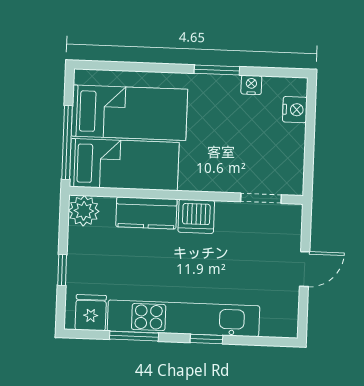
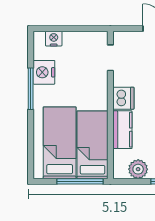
window: (217, 70) -> (31, 89), width x1.44
nightstand: (251, 85) -> (44, 72), width x1.89, depth x1.79
plant: (84, 211) -> (138, 169), moved

